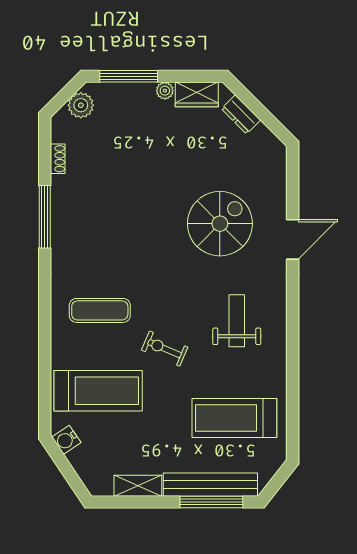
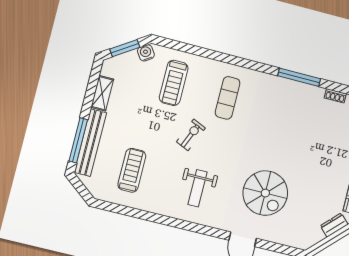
weight bench: (237, 321) -> (197, 188), turned 90
treadmill: (98, 391) -> (174, 83), width x0.73, depth x0.73
treadmill: (234, 418) -> (132, 170), width x0.73, depth x0.73
window: (67, 471) -> (125, 48), added

